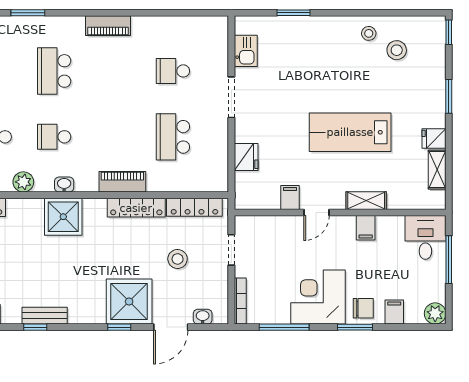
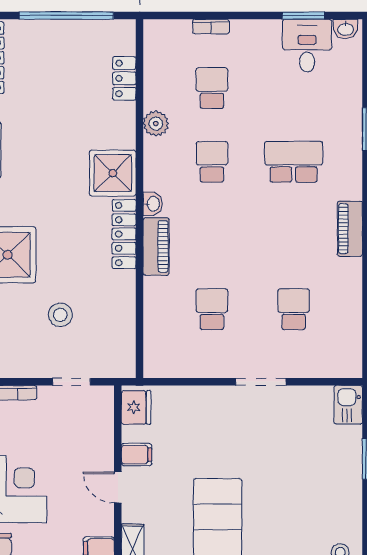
kitchen sink: (246, 51) -> (348, 405), moved, turned 90
school desk: (173, 137) -> (212, 309), width x0.54
fridge: (246, 157) -> (136, 407), moved, turned -90
washbasin: (64, 185) -> (153, 204), moved
locker: (194, 207) -> (125, 336), removed
locker: (136, 208) -> (124, 234), moved

